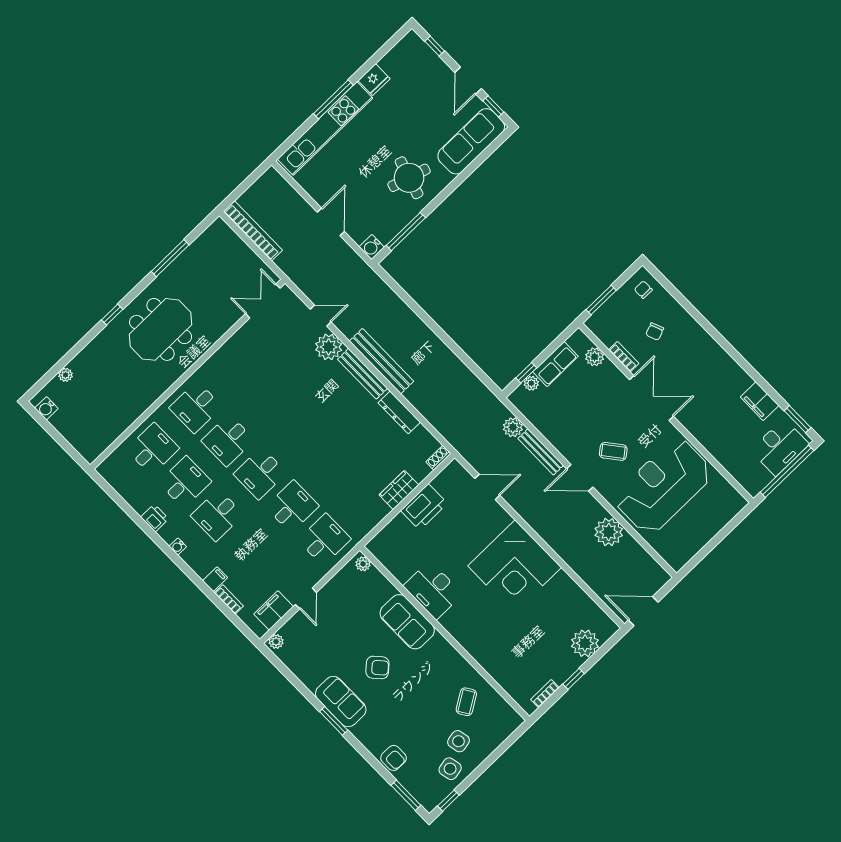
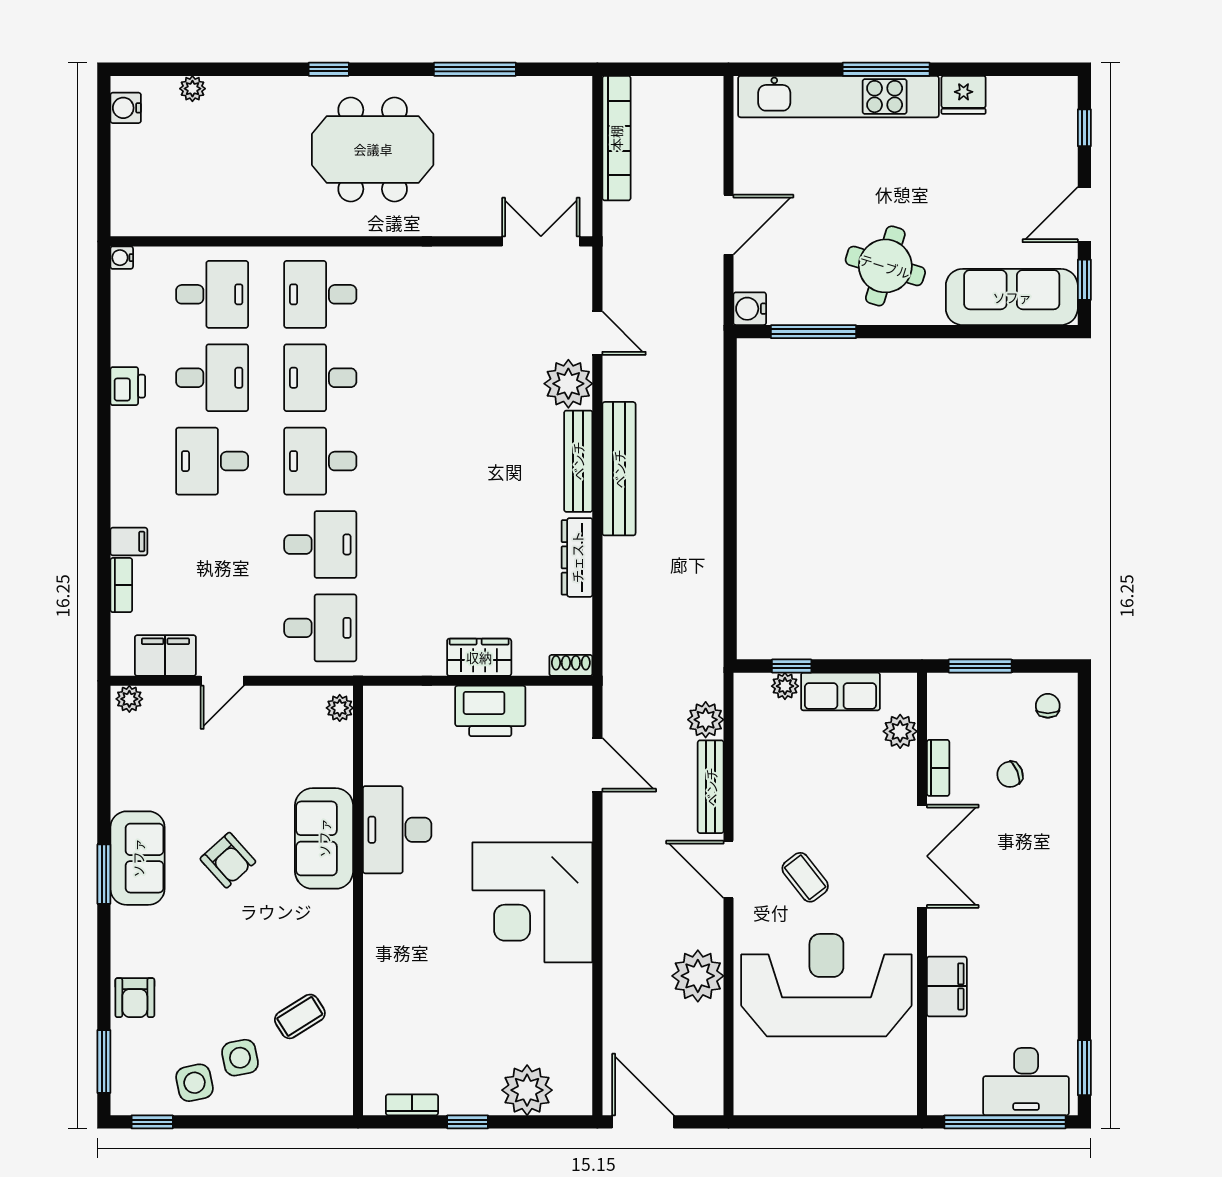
filing cabinet: (760, 401) -> (947, 986), moved, turned 180
water cooler: (178, 547) -> (122, 258), moved

